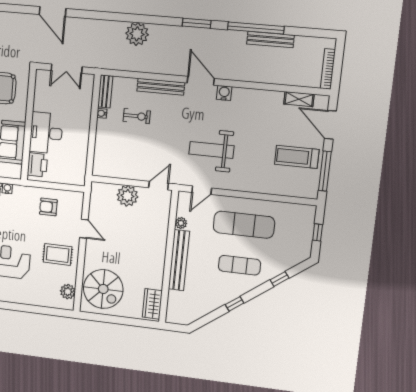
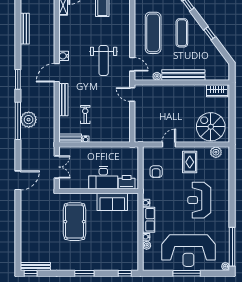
window: (256, 28) -> (18, 121), moved
plant: (127, 196) -> (142, 116), removed
spiral stairs: (103, 289) -> (211, 127), turned -90

